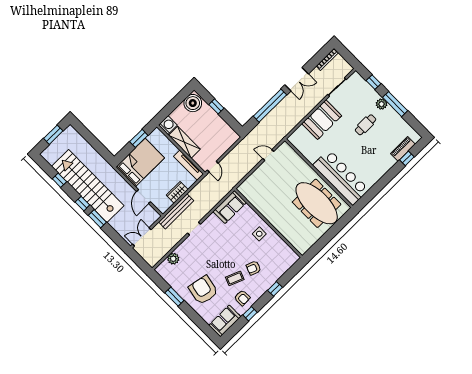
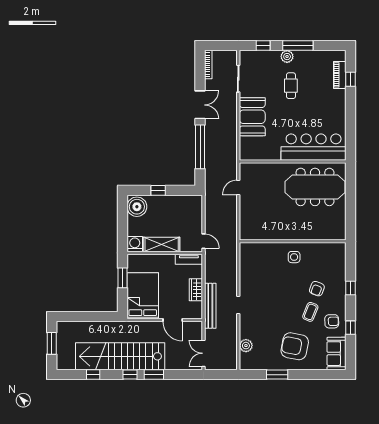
tv unit: (189, 165) -> (189, 259), width x0.71
sofa: (230, 207) -> (249, 259), removed

